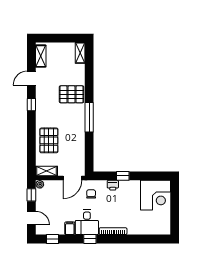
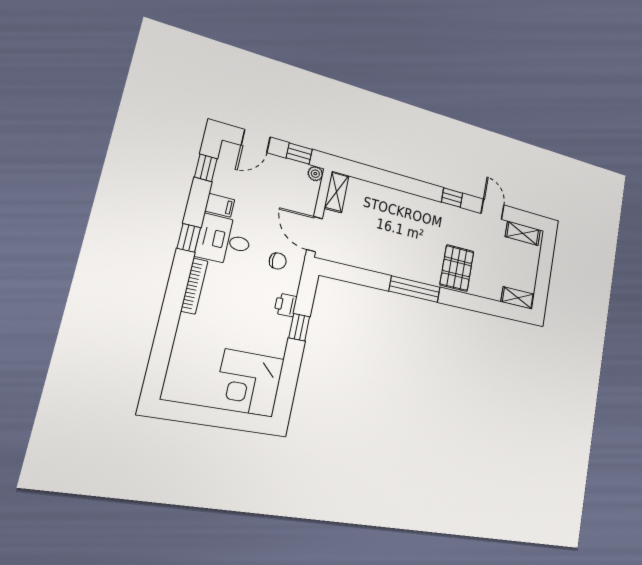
pallet: (49, 140) -> (389, 210), removed

